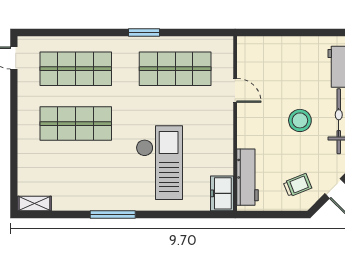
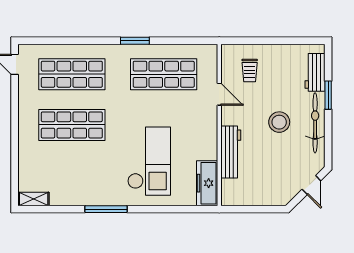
workbench: (248, 177) -> (231, 152), moved
trolley: (298, 185) -> (250, 70), moved, turned 112
freezer: (222, 193) -> (207, 183), width x1.40

